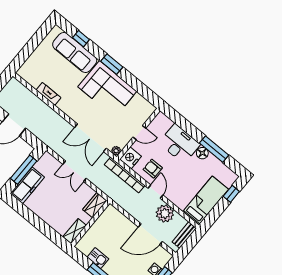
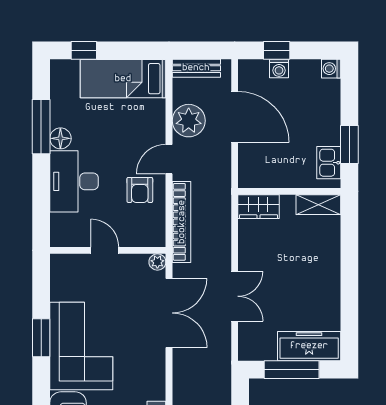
window: (112, 64) -> (41, 338), moved
nightstand: (131, 158) -> (151, 233), removed
wardrobe: (95, 205) -> (258, 207), moved
wall: (90, 224) -> (289, 191), moved
shelving: (75, 231) -> (318, 205), moved

